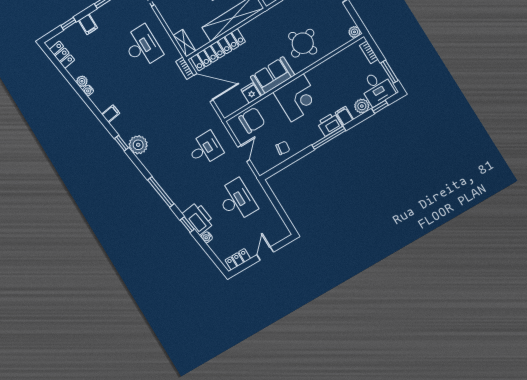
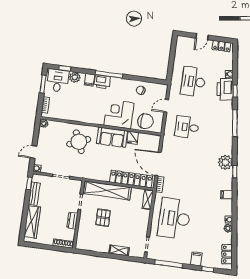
desk: (142, 46) -> (174, 218), width x1.36, depth x1.30
corner desk: (297, 98) -> (119, 114), moved
chair: (252, 120) -> (145, 121), turned 180

